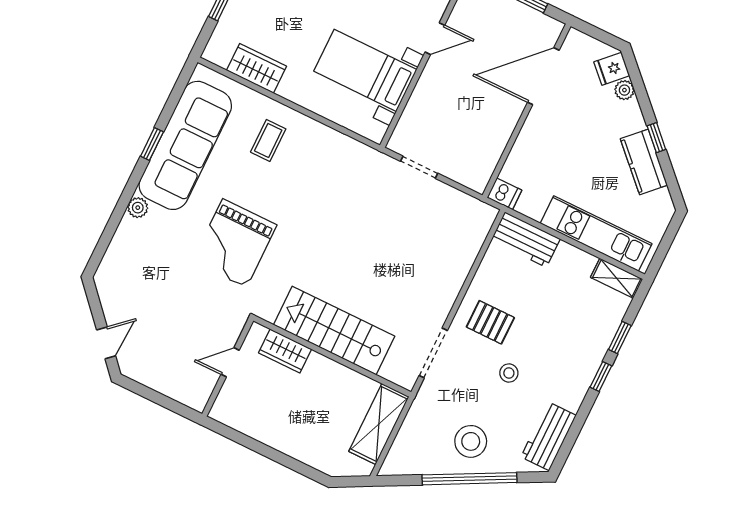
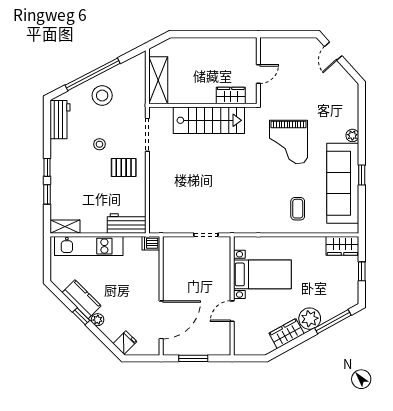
wardrobe: (257, 68) -> (342, 246), moved
plant: (624, 90) -> (98, 320), moved
grand piano: (235, 243) -> (288, 142), turned 180

